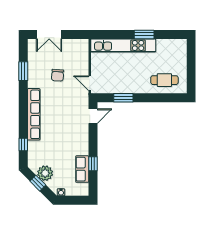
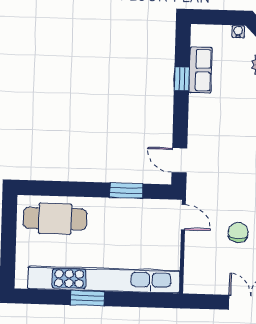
kitchen unit: (123, 45) -> (104, 280), width x1.36
cafe table: (164, 80) -> (55, 219), width x1.37, depth x1.35
door: (93, 116) -> (179, 160), hinge flipped

